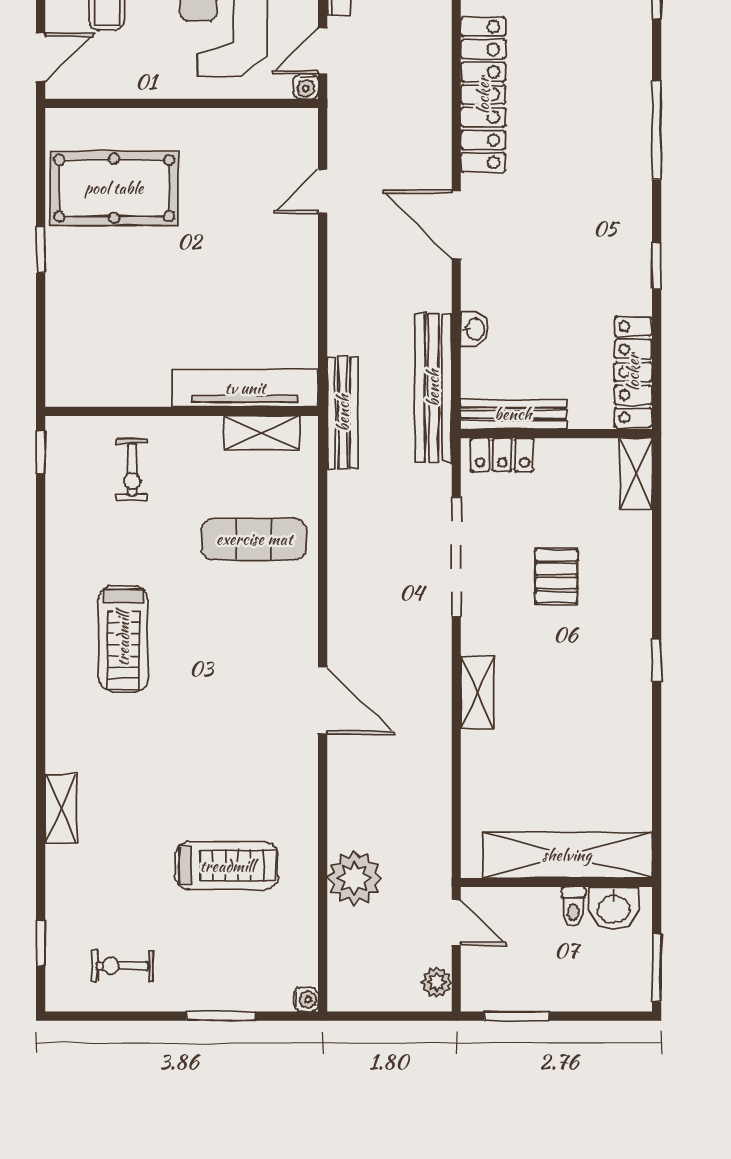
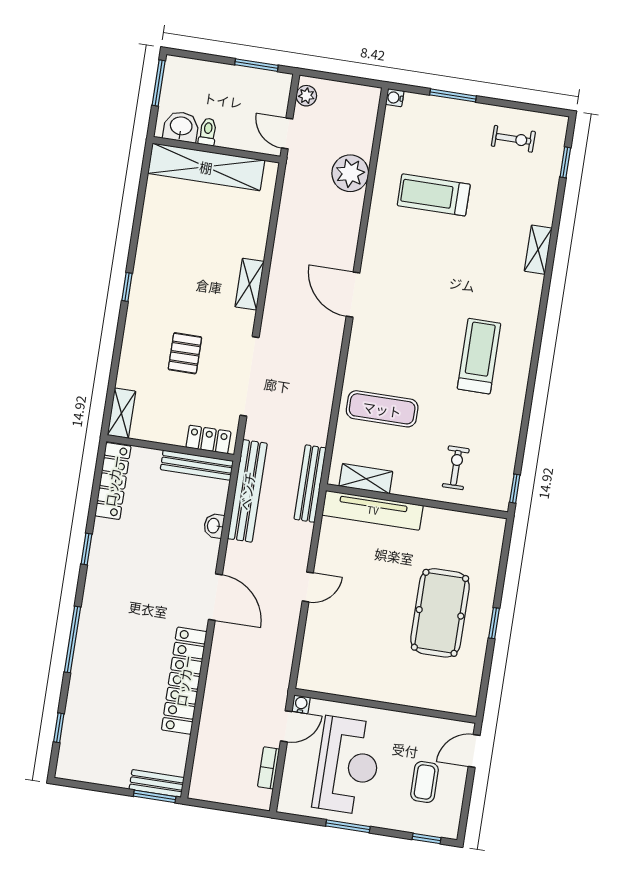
pool table: (114, 188) -> (440, 613), moved, turned 90
door: (323, 191) -> (308, 587), moved

